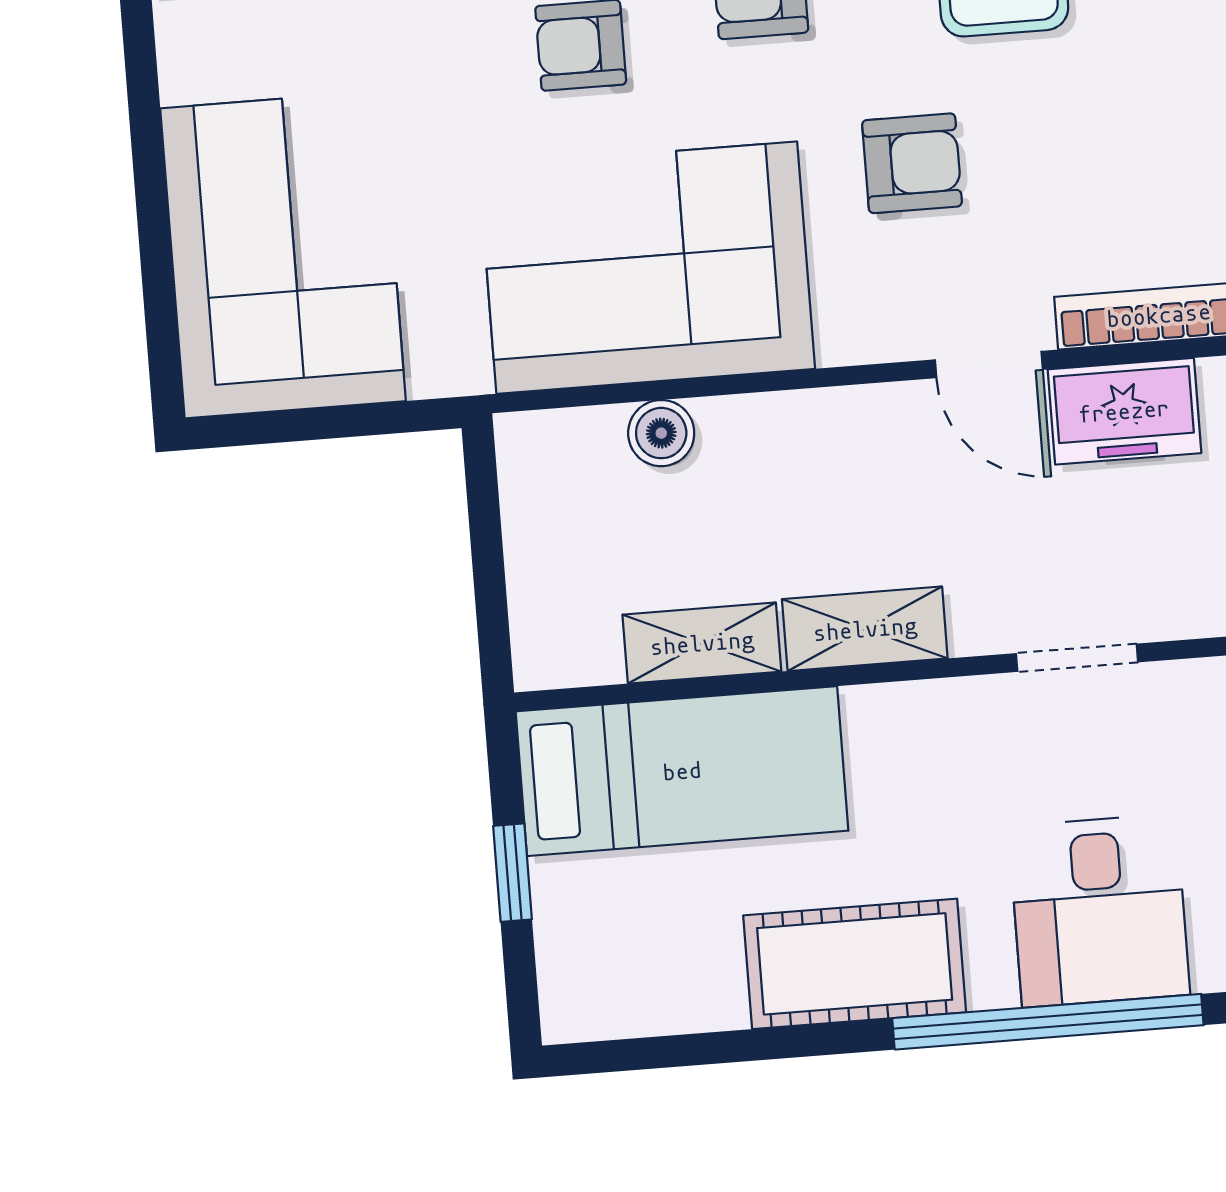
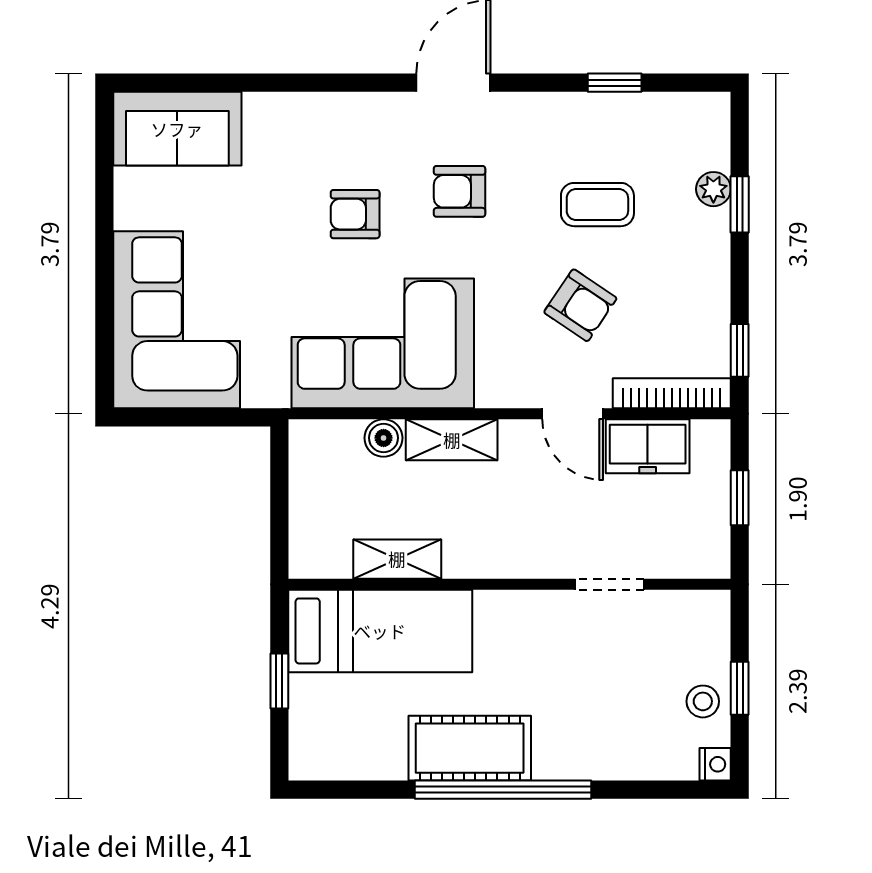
armchair: (912, 163) -> (580, 305), moved, turned 34
shelving: (865, 629) -> (452, 440), moved
desk: (1099, 911) -> (611, 729), removed
window: (1048, 1022) -> (503, 790), moved

